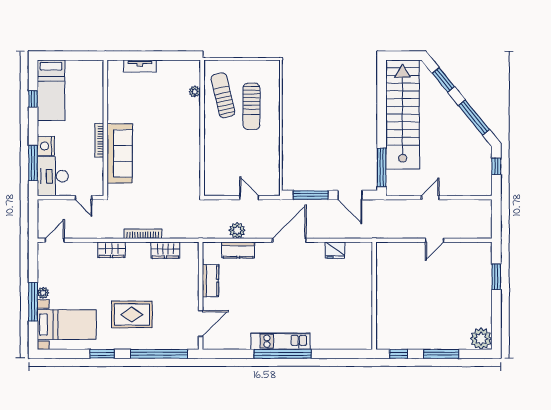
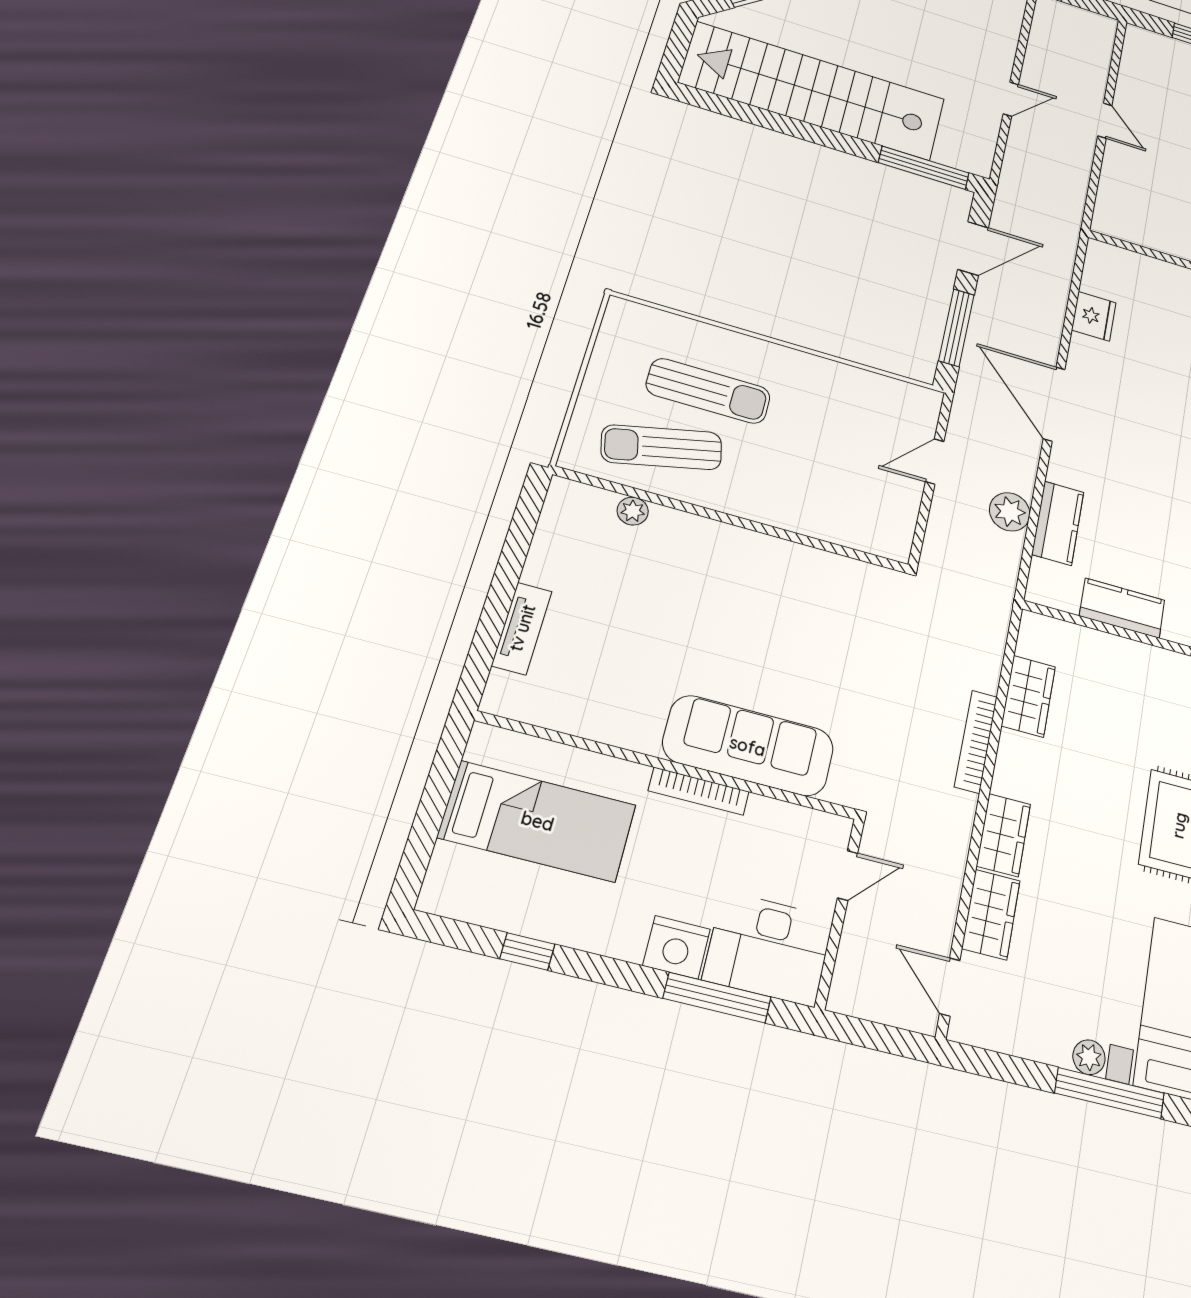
bed: (51, 90) -> (538, 821), moved
door: (430, 198) -> (1011, 99), swing flipped
wardrobe: (83, 250) -> (991, 914), added

